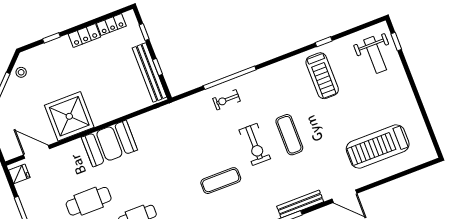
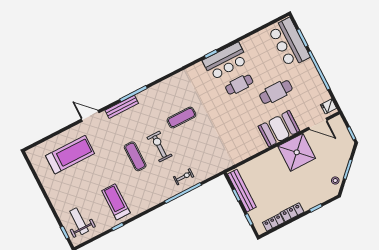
booth: (109, 144) -> (279, 129), moved

